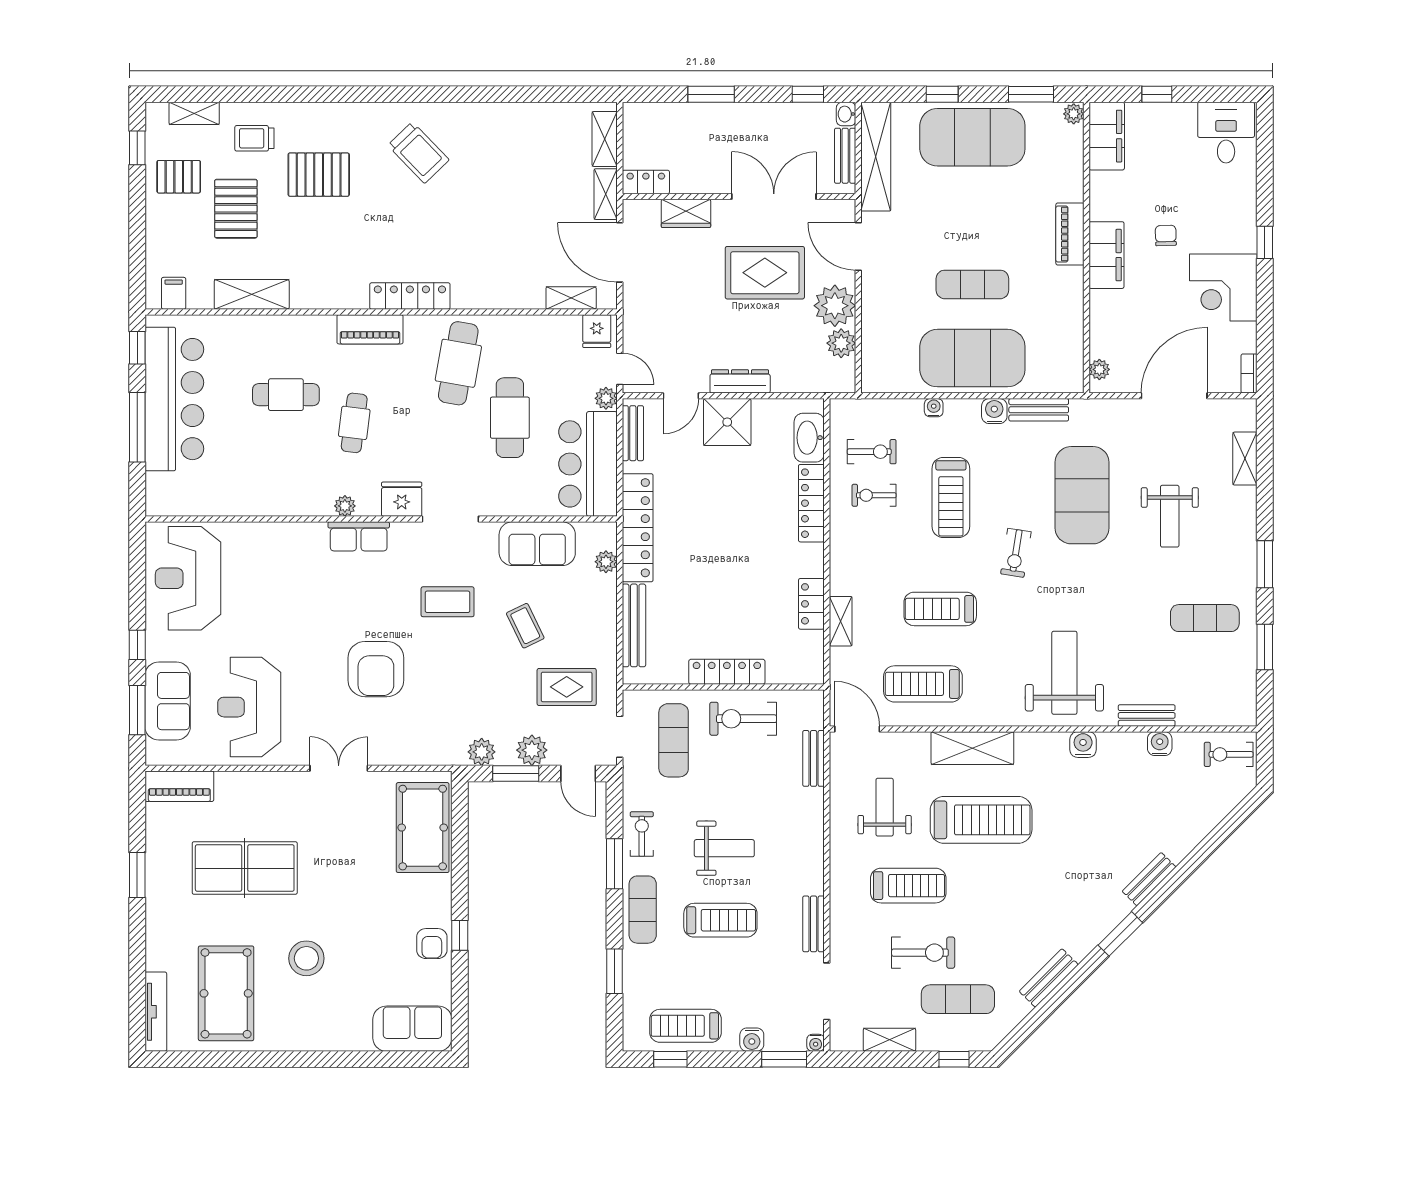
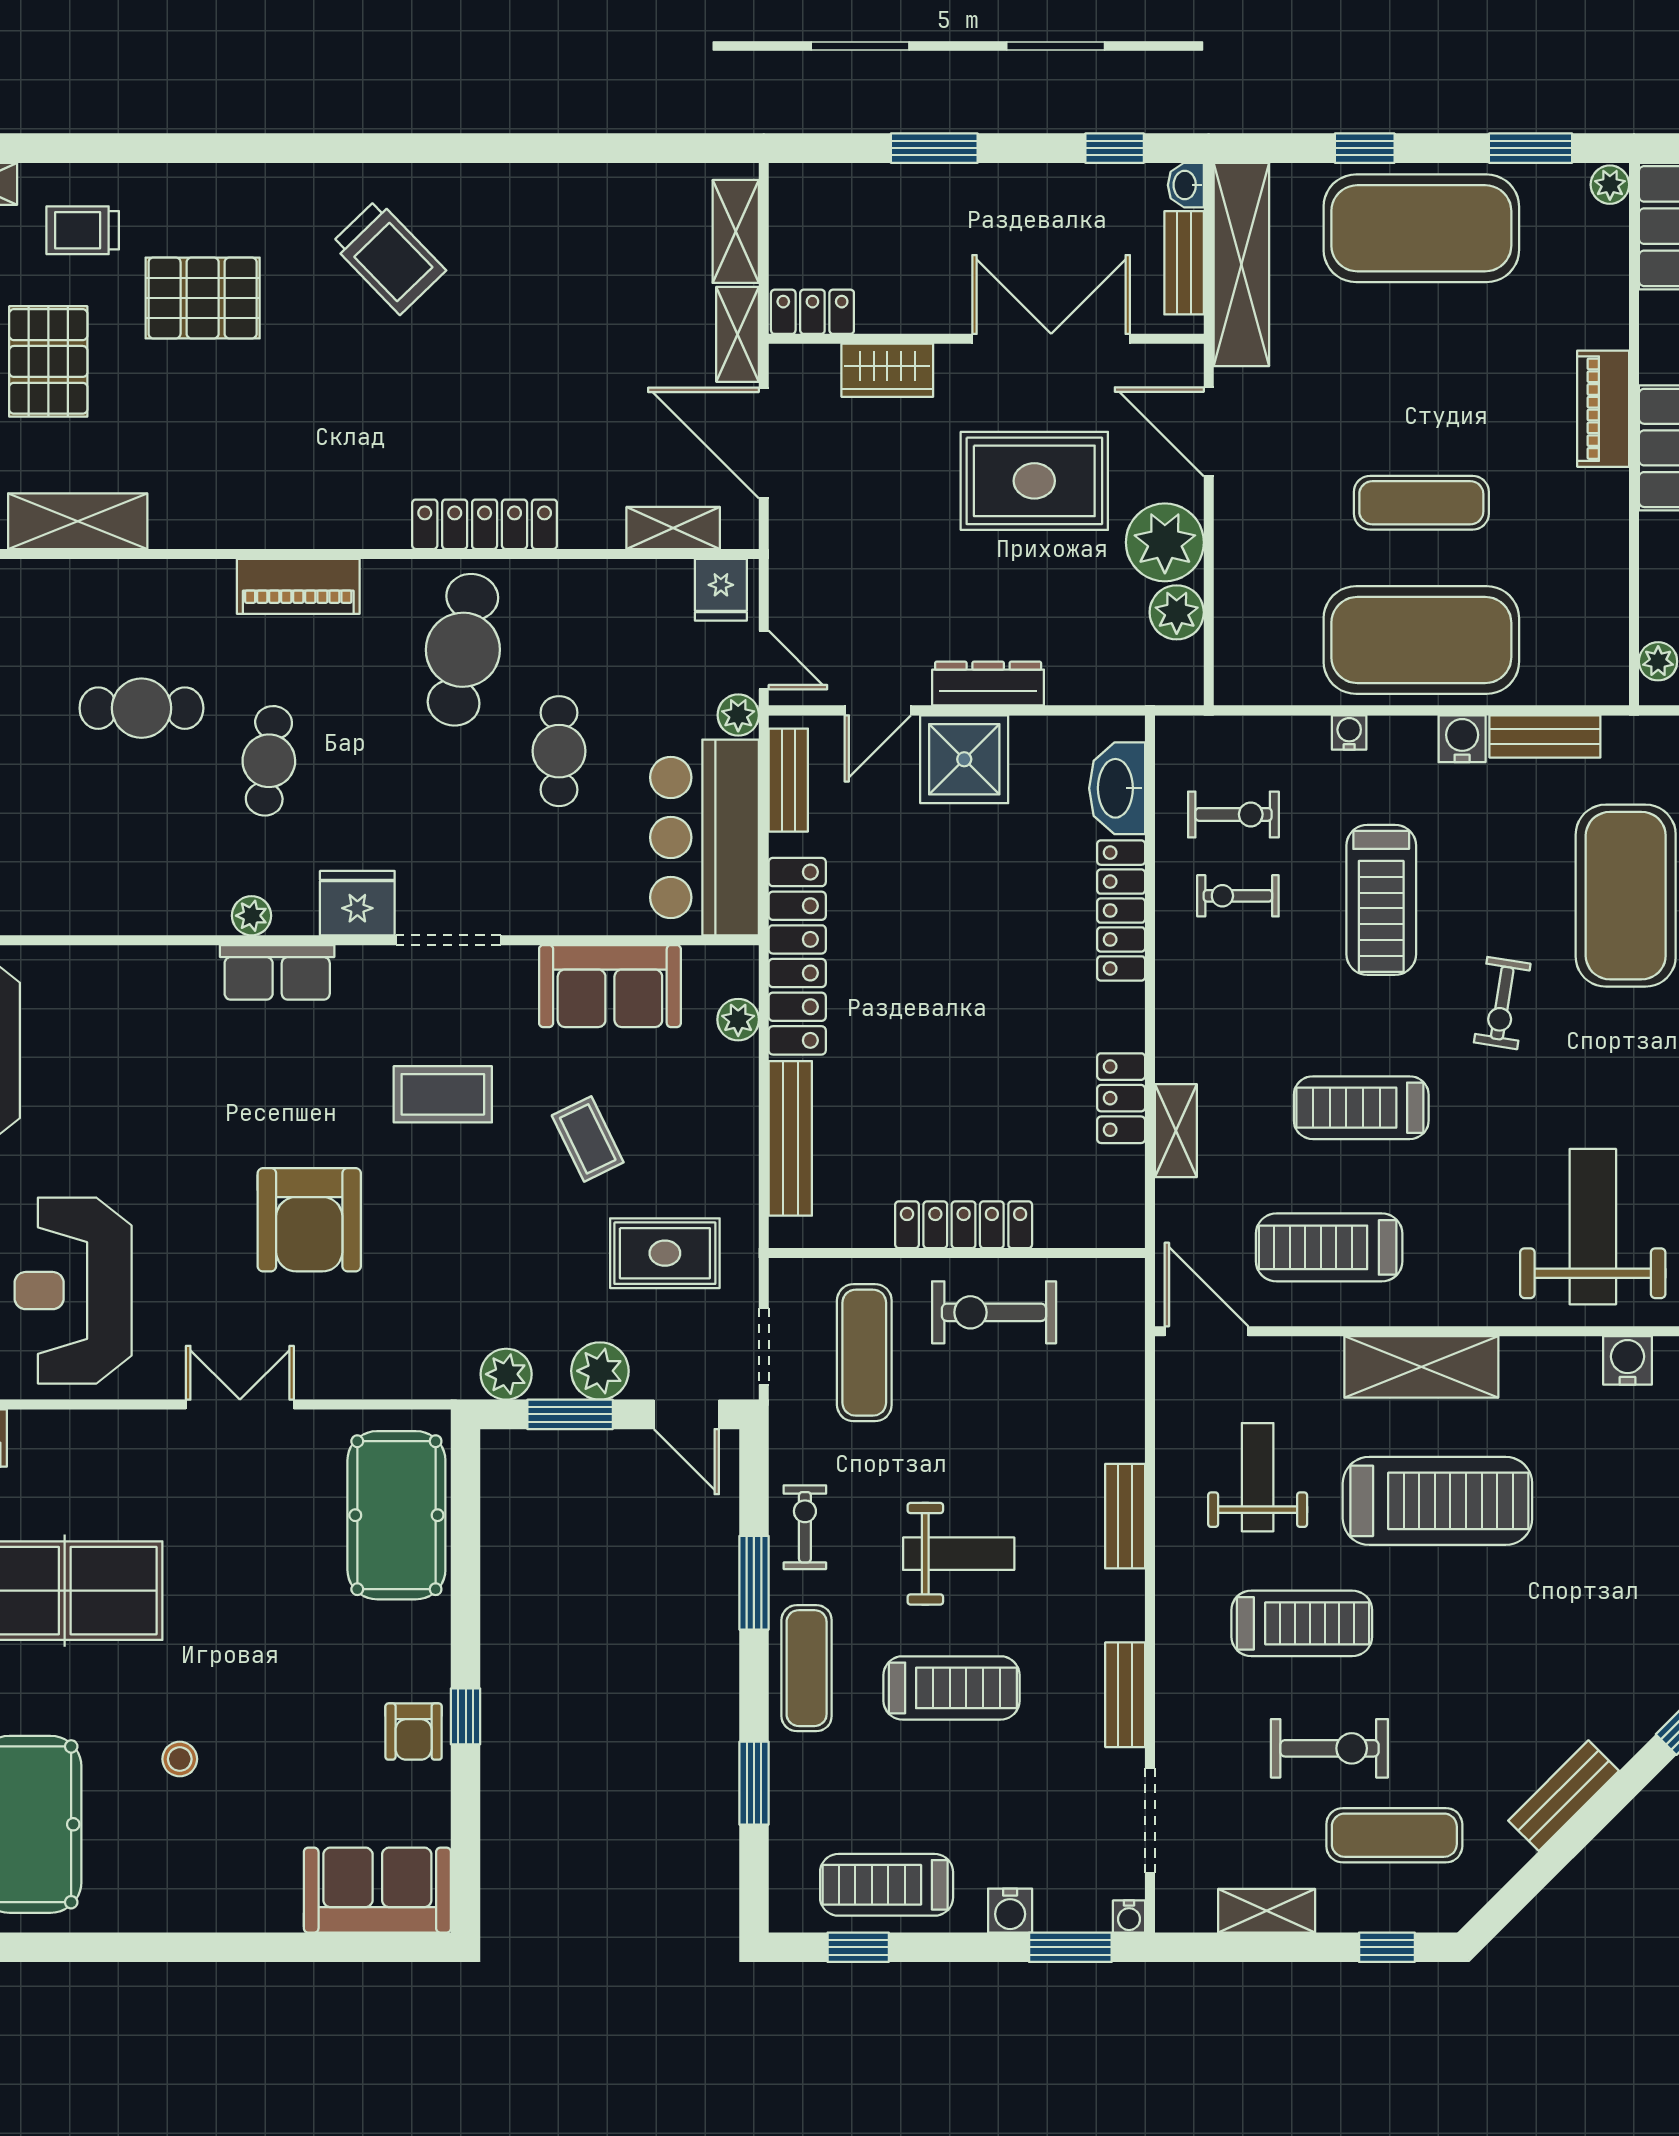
locker: (410, 296) -> (485, 524), moved
cafe table: (510, 418) -> (559, 751), width x0.73, depth x0.74
bench: (814, 758) -> (1125, 1516), moved
stool: (306, 958) -> (180, 1759), width x0.53, depth x0.53

